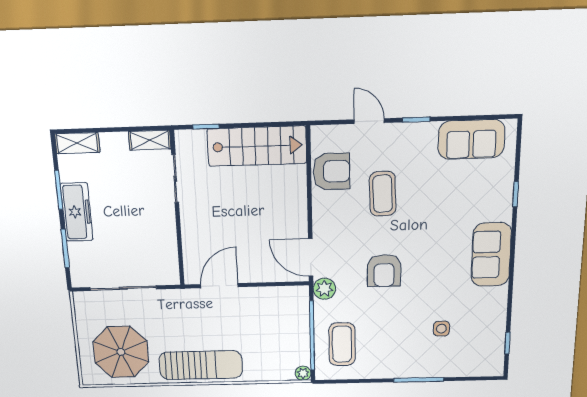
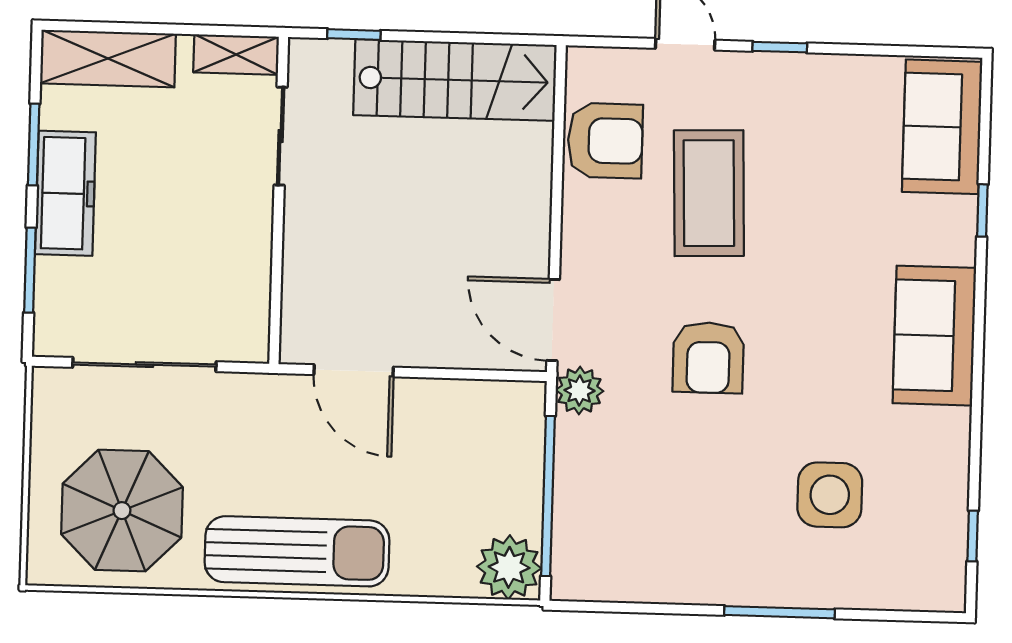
sofa: (471, 139) -> (942, 127), moved, turned 90
shelving: (77, 143) -> (108, 59), width x1.50, depth x1.33
coffee table: (383, 194) -> (709, 193), width x1.36, depth x1.32
door: (219, 286) -> (354, 371), swing flipped
side table: (441, 329) -> (830, 495), width x1.87, depth x1.87
coffee table: (342, 344) -> (613, 519), removed
plant: (303, 373) -> (509, 567), width x1.87, depth x1.87

